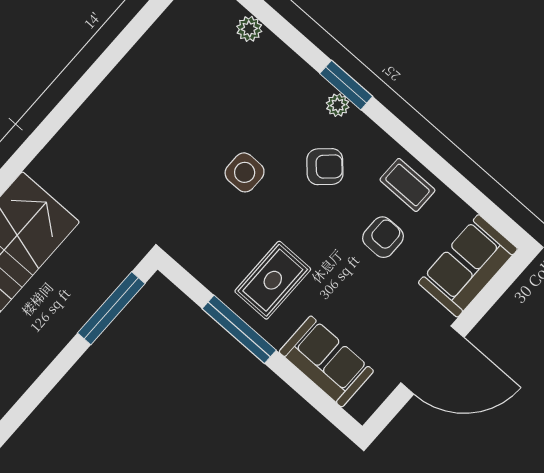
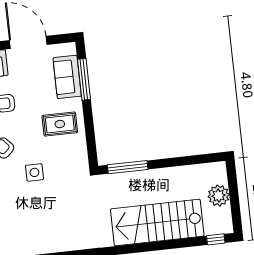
window: (239, 329) -> (84, 79), moved

